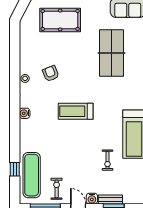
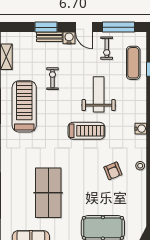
weight bench: (64, 145) -> (99, 94), added
exercise mat: (32, 175) -> (133, 63), width x0.73, depth x0.69

